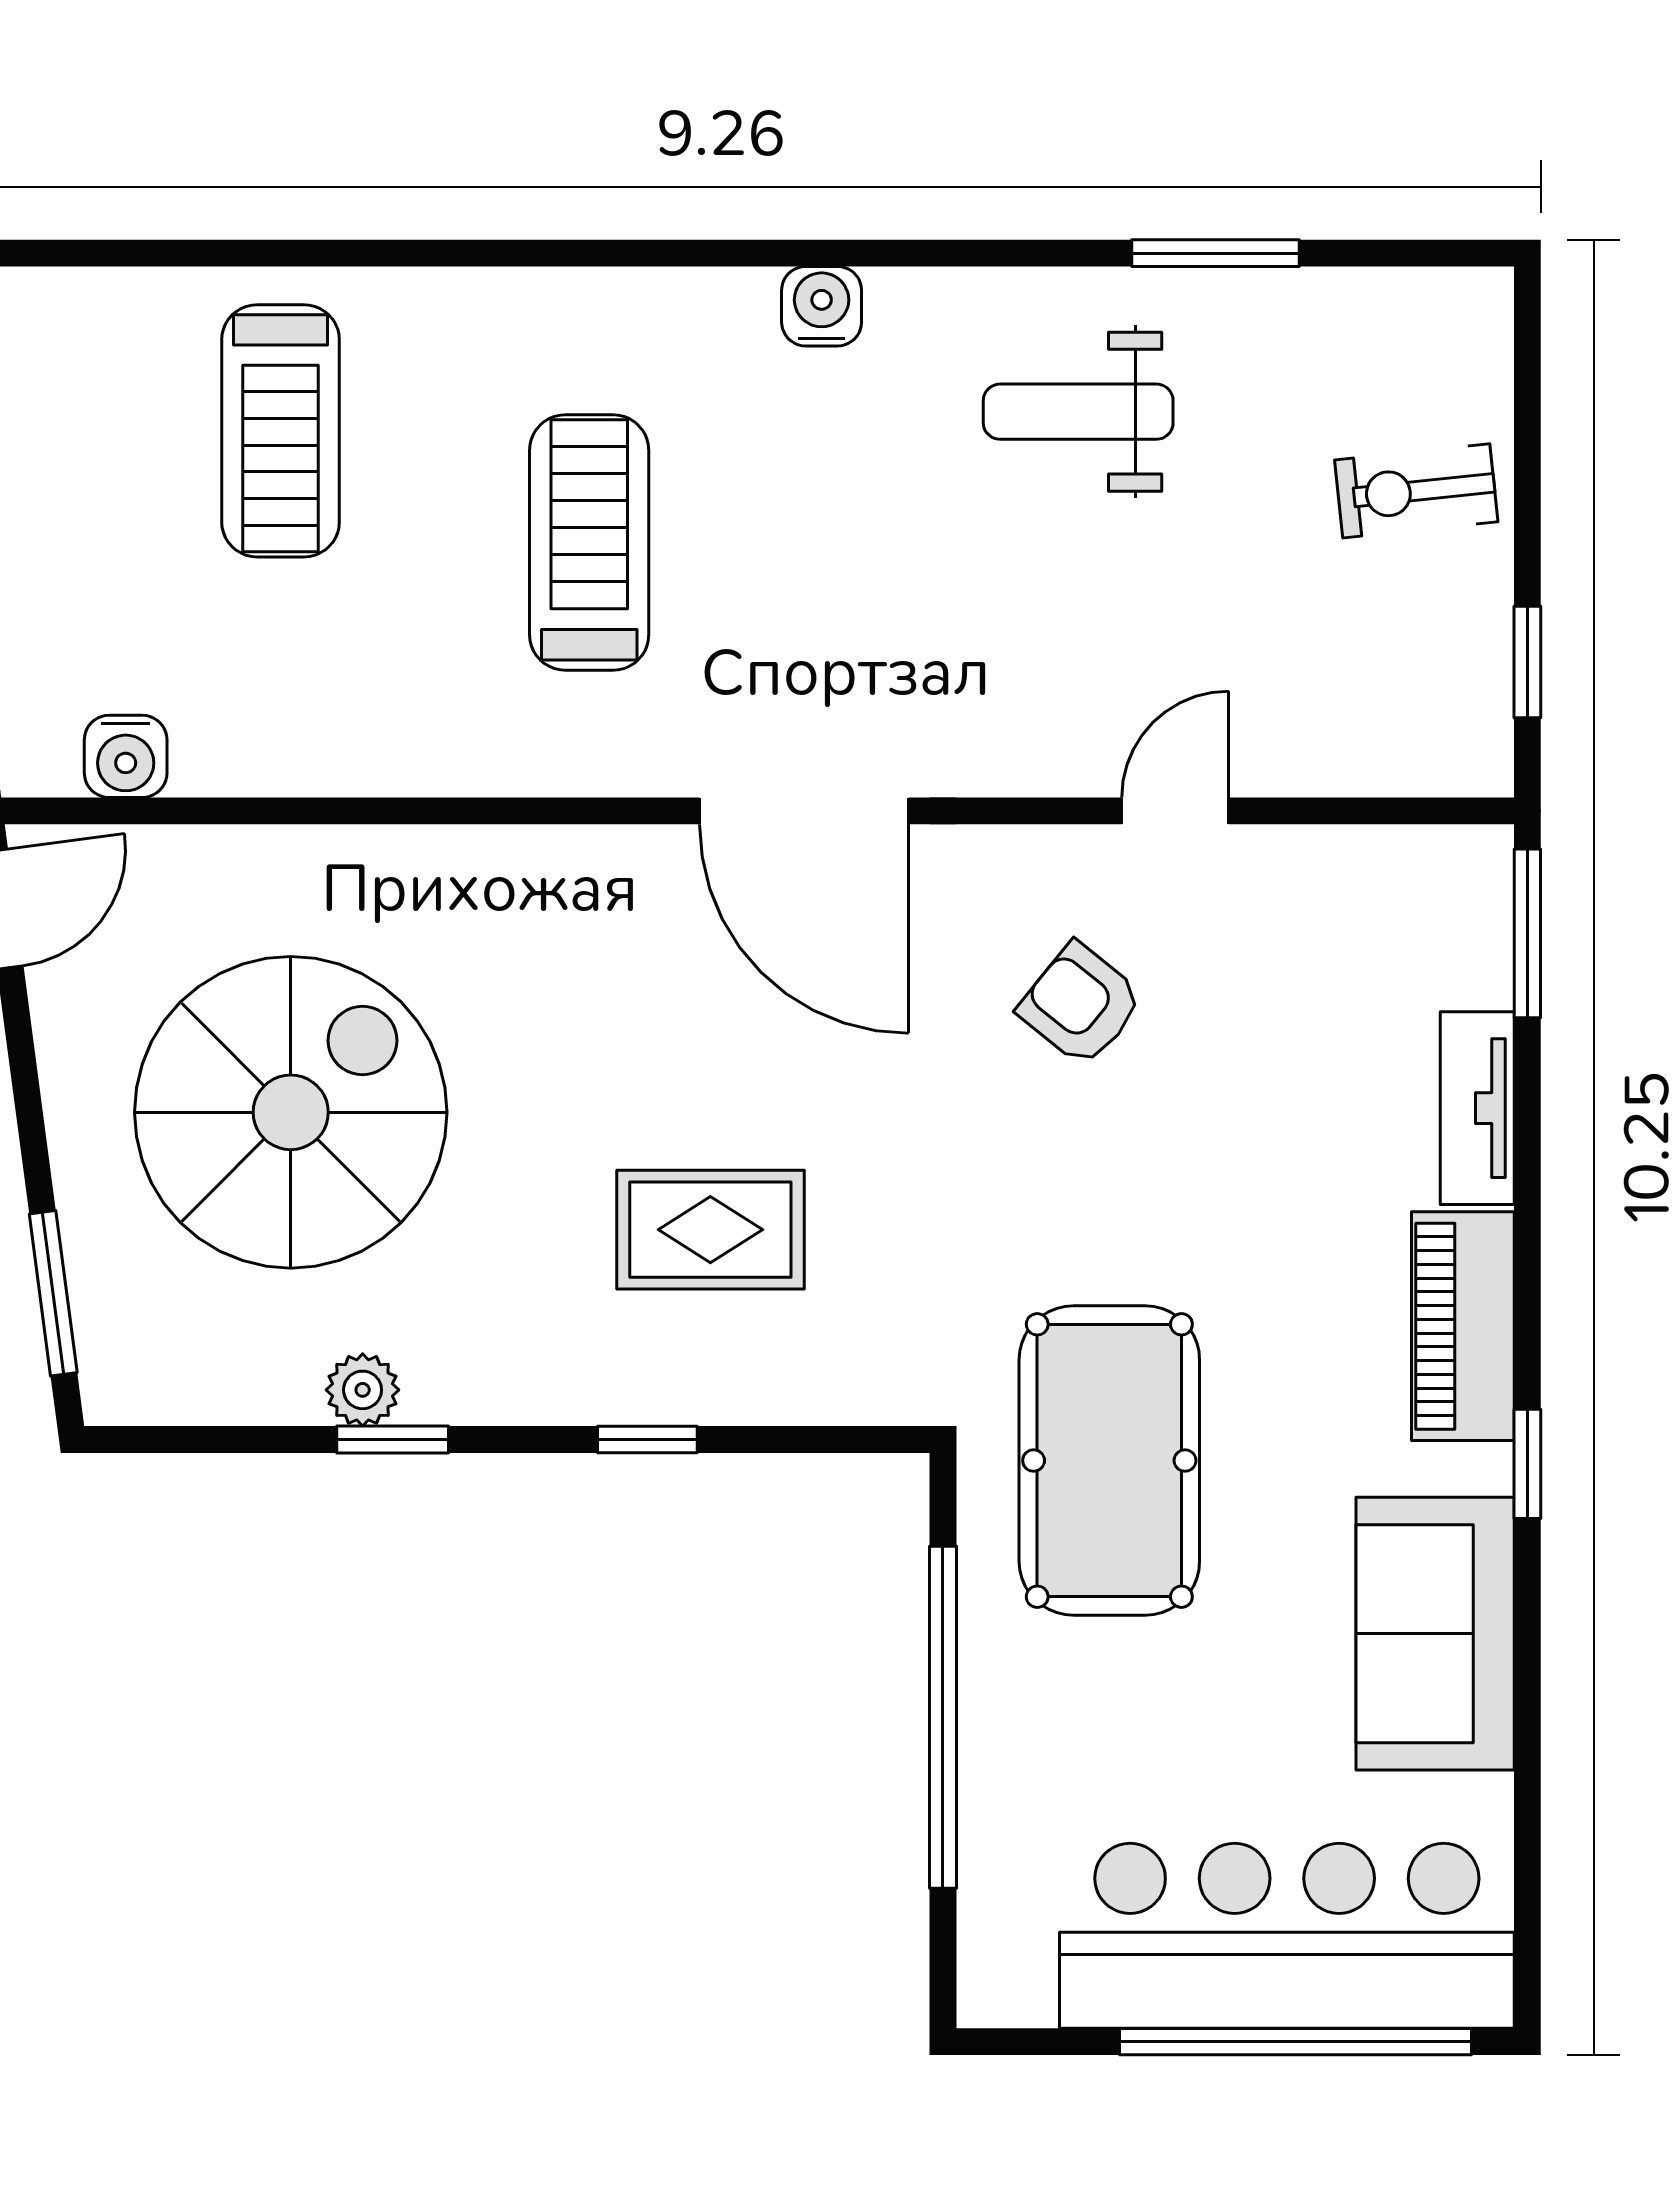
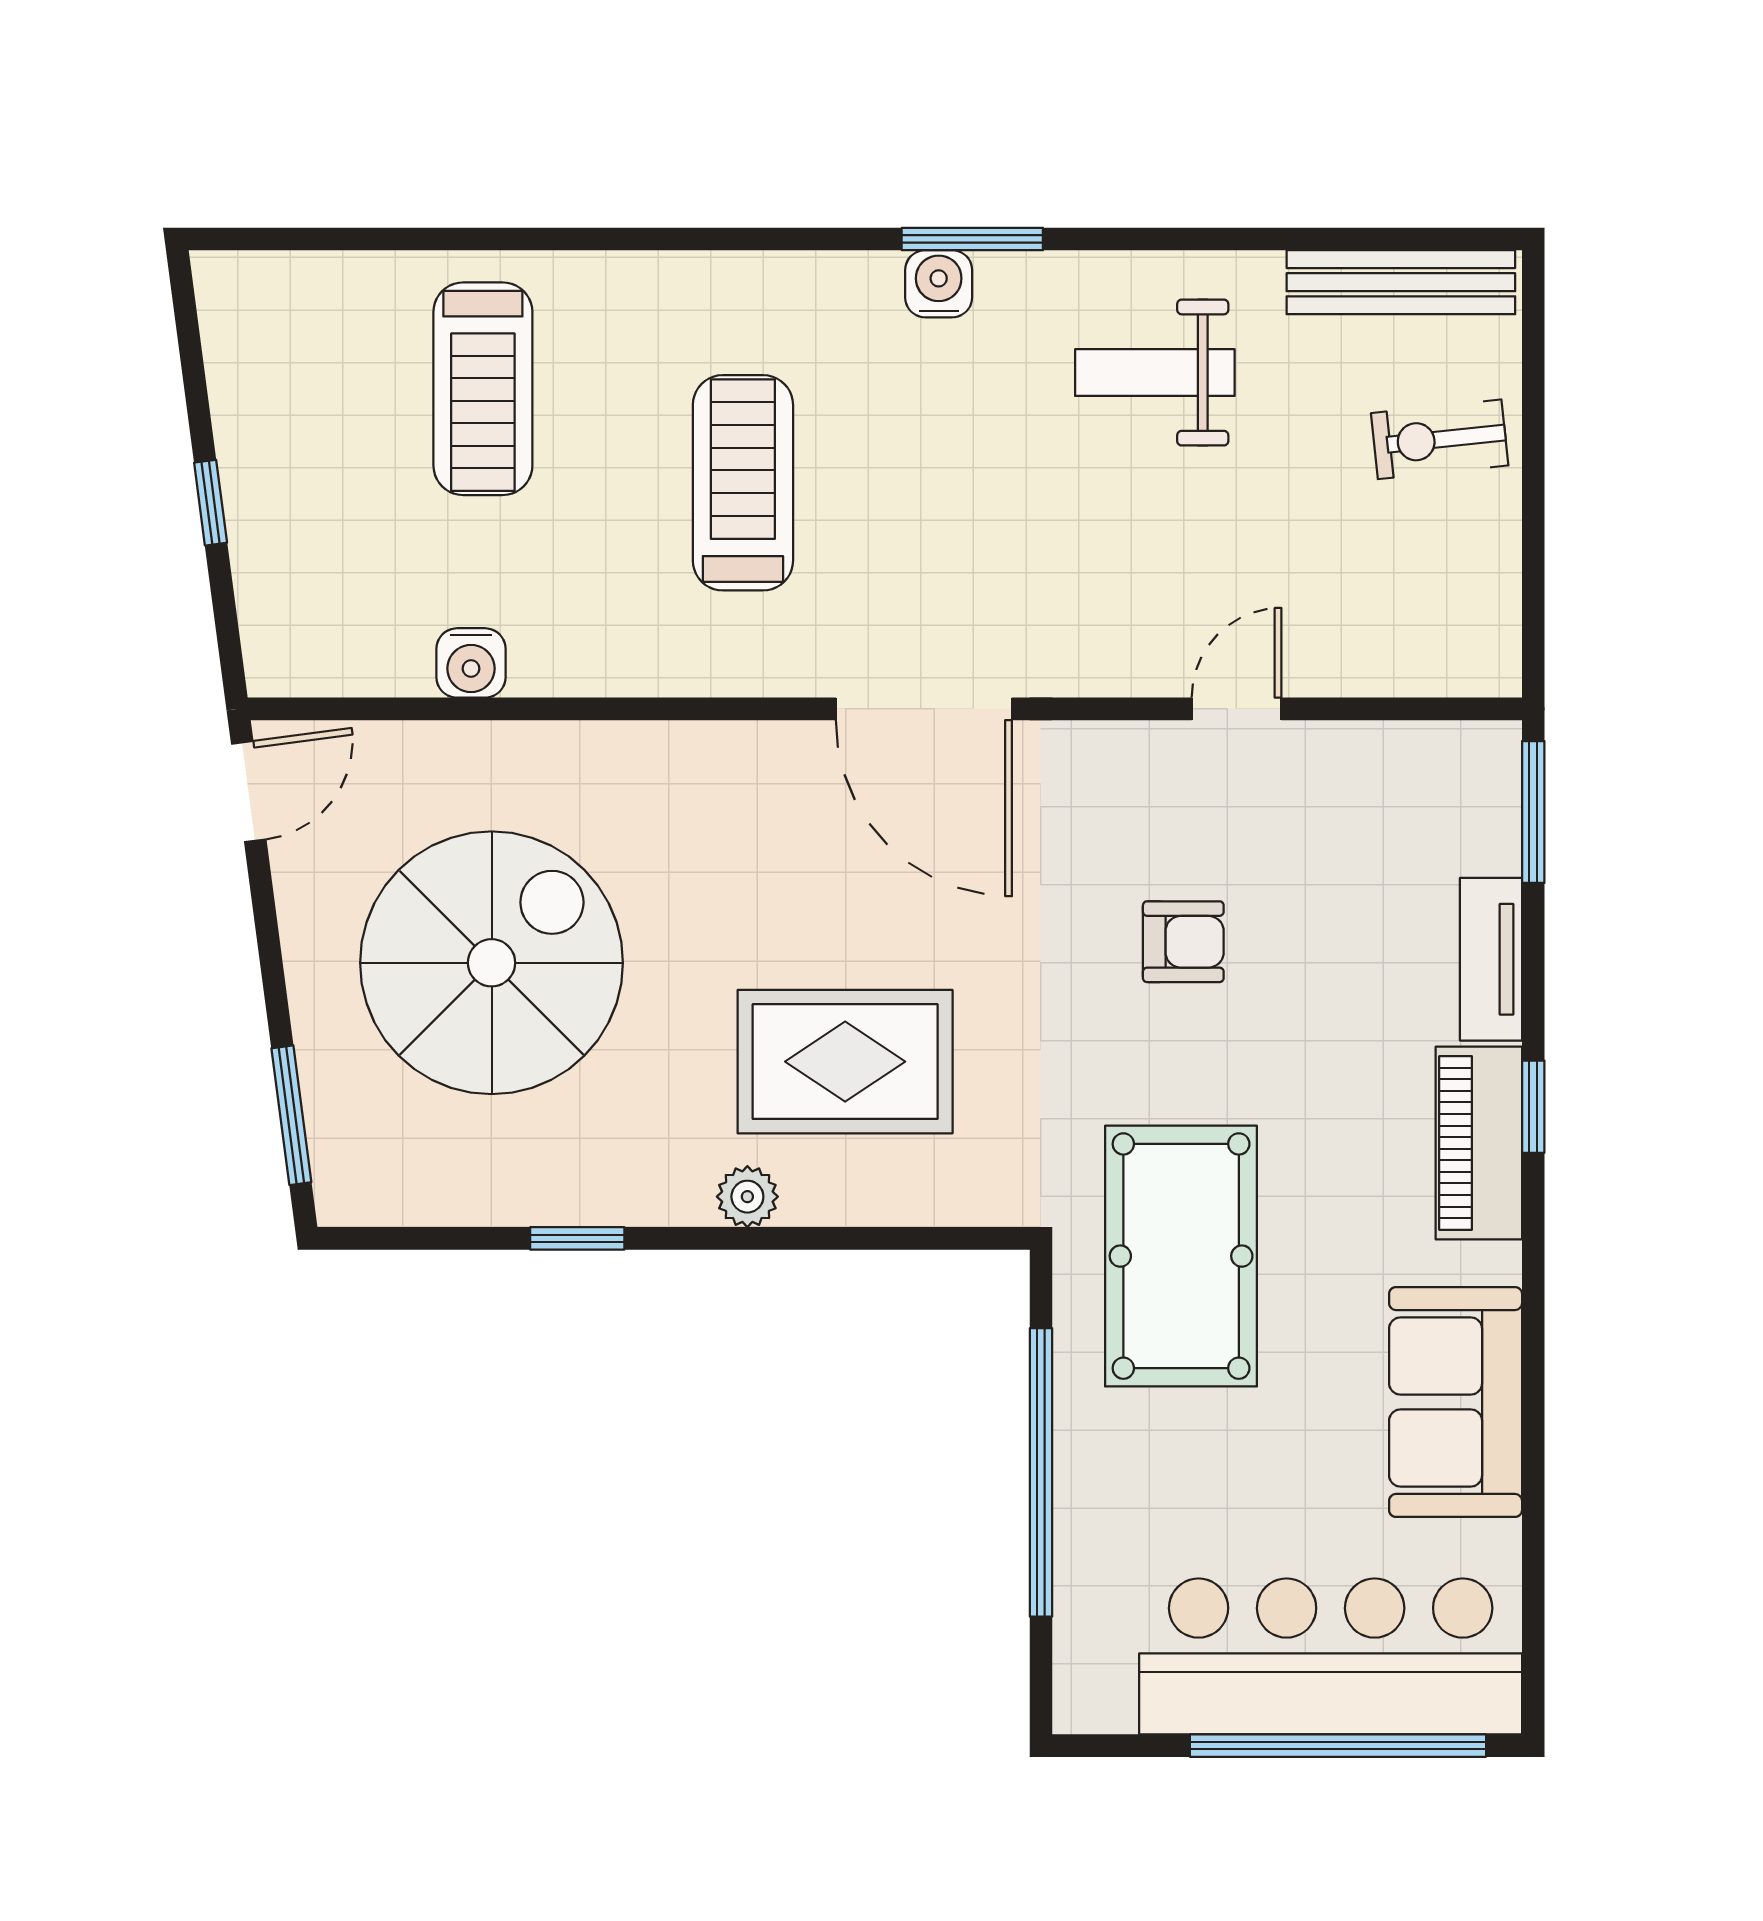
window: (1216, 253) -> (972, 239), moved
bench: (1370, 304) -> (1401, 282), added
window: (1527, 662) -> (1533, 583), removed
water cooler: (126, 756) -> (471, 663), moved
armchair: (1081, 1004) -> (1183, 942), moved, turned 141
rug: (710, 1230) -> (845, 1062), width x1.36, depth x1.43
plant: (363, 1390) -> (747, 1197), moved
window: (647, 1440) -> (792, 1238), removed
window: (1527, 1464) -> (1533, 1107), moved

